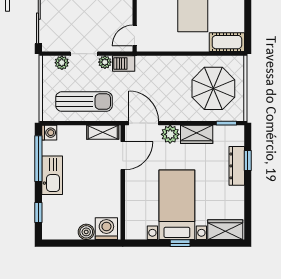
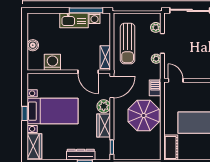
barbecue: (124, 64) -> (155, 88), moved
parasol: (213, 88) -> (144, 116), moved
washing machine: (49, 133) -> (94, 18), moved
window: (38, 213) -> (47, 10), removed
washing machine: (106, 229) -> (52, 62), moved, turned -90

